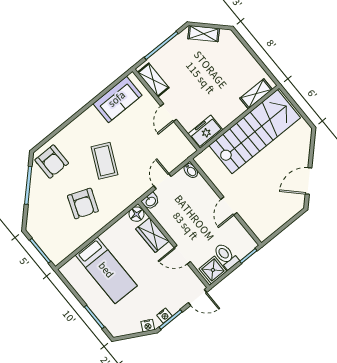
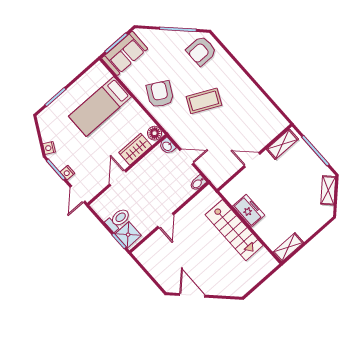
shelving: (256, 94) -> (288, 247), moved, turned 90
sofa: (117, 99) -> (125, 53), moved, turned -90
freezer: (205, 132) -> (249, 211), moved
stairs: (255, 132) -> (234, 230), width x0.73, depth x0.66
armchair: (83, 203) -> (160, 94), moved, turned 98
door: (229, 206) -> (166, 221), swing flipped
shower: (213, 270) -> (128, 235), moved
nightstand: (164, 316) -> (67, 173), moved

